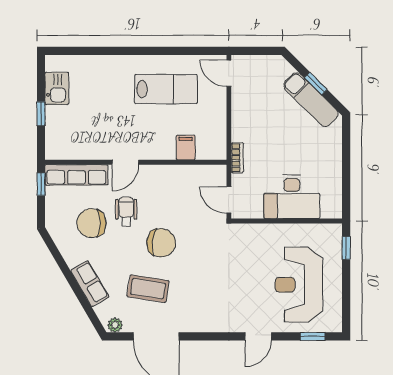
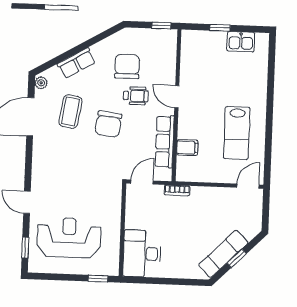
row of seats: (76, 175) -> (165, 142), moved
desk: (292, 197) -> (142, 254), moved

